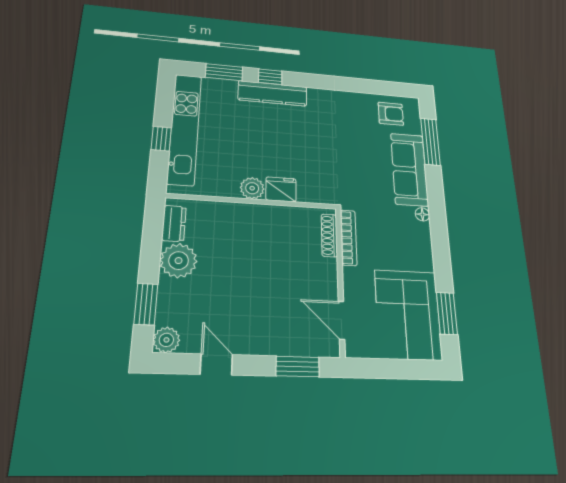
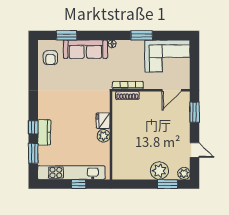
kitchen counter: (273, 93) -> (44, 132), width x0.67
armchair: (391, 114) -> (50, 58), turned 180
window: (430, 142) -> (67, 35), width x0.69
dresser: (174, 223) -> (126, 174), removed
plant: (179, 261) -> (159, 171), moved
window: (447, 313) -> (142, 35), moved
door: (216, 364) -> (195, 150), swing flipped

